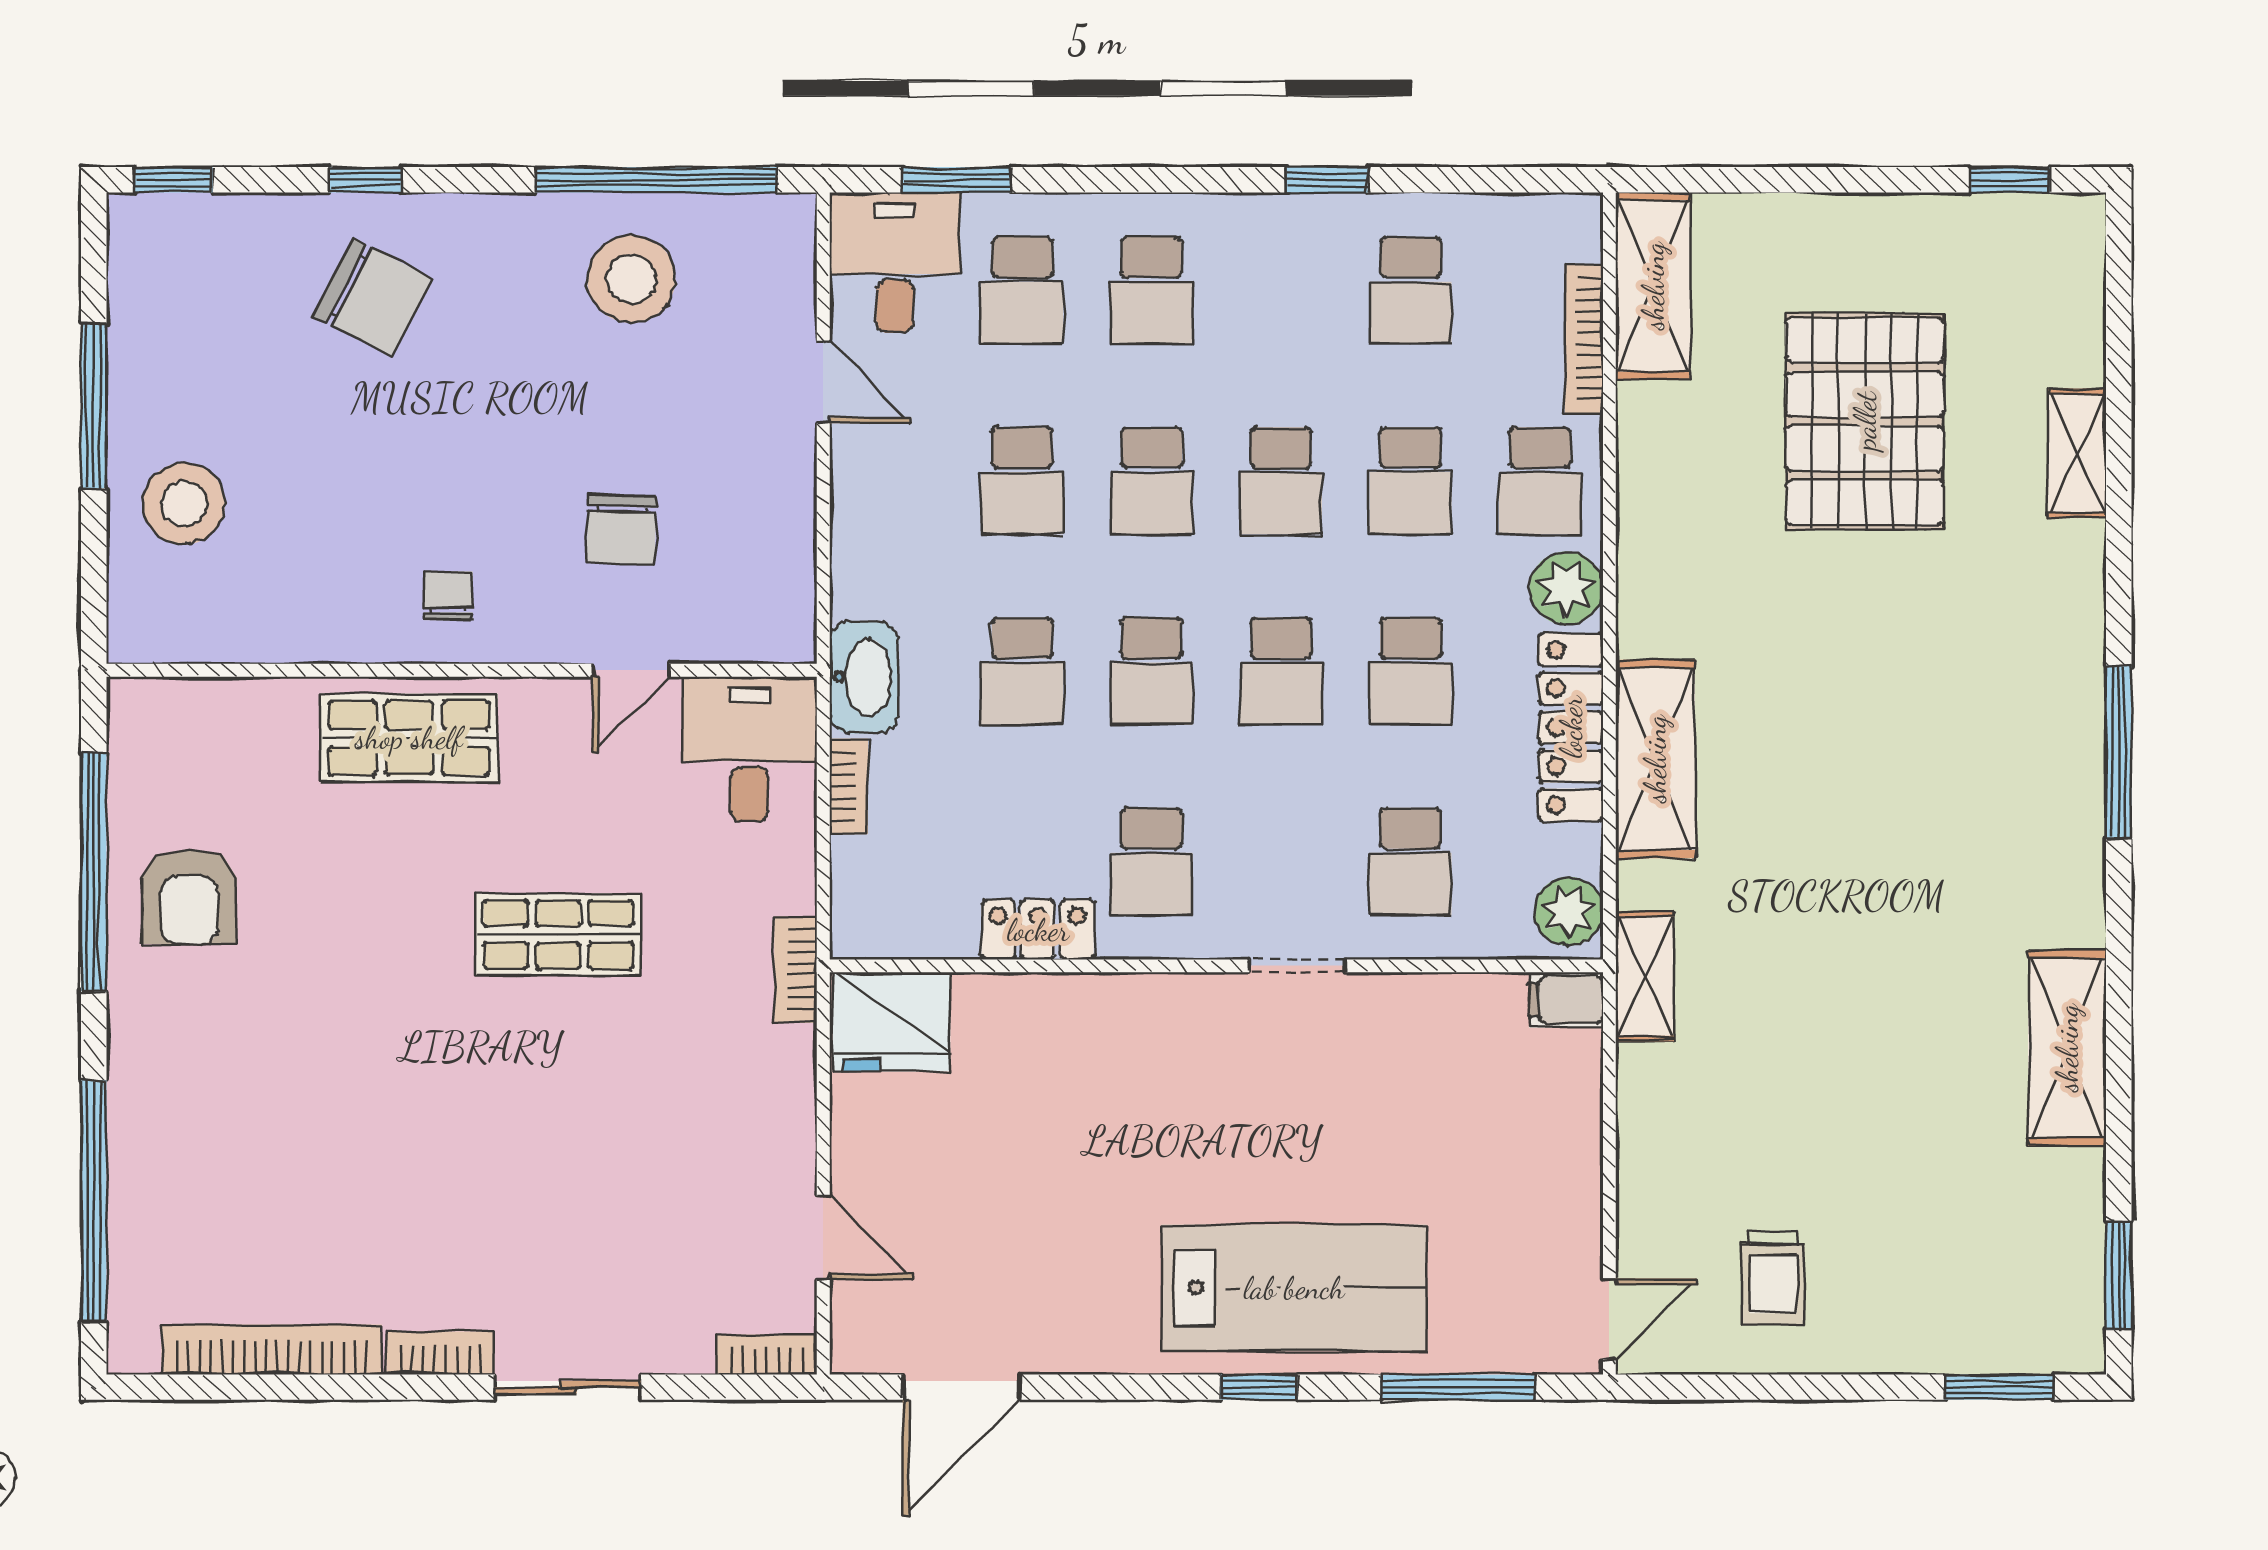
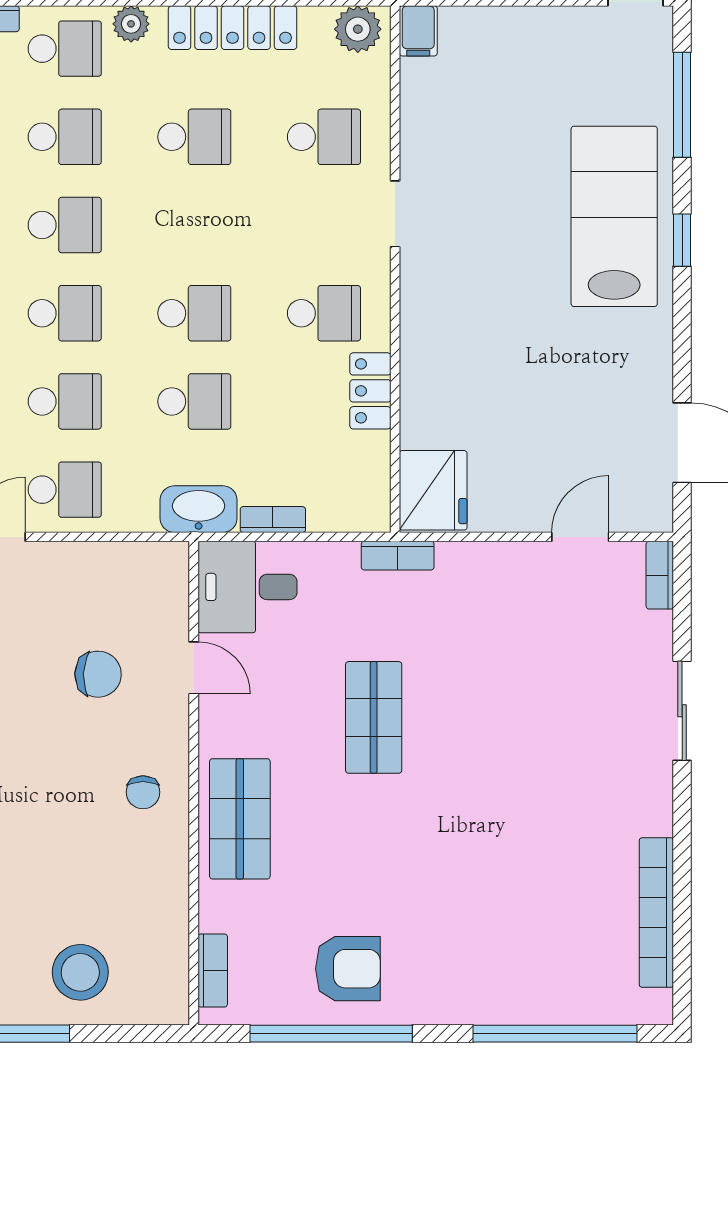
plant: (1566, 588) -> (131, 24), width x0.73, depth x0.73
chair: (448, 596) -> (143, 792), turned -90
school desk: (1281, 671) -> (65, 490), moved
bookcase: (440, 1353) -> (213, 970), moved, turned 180

